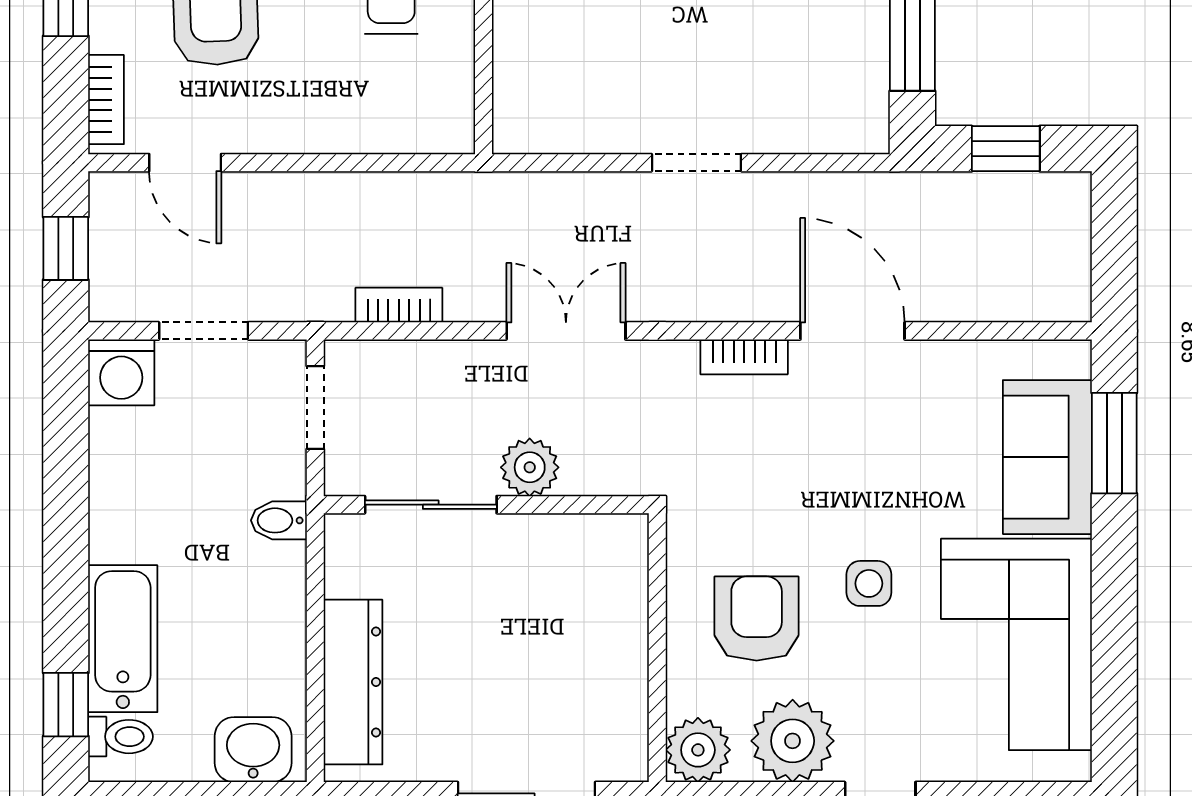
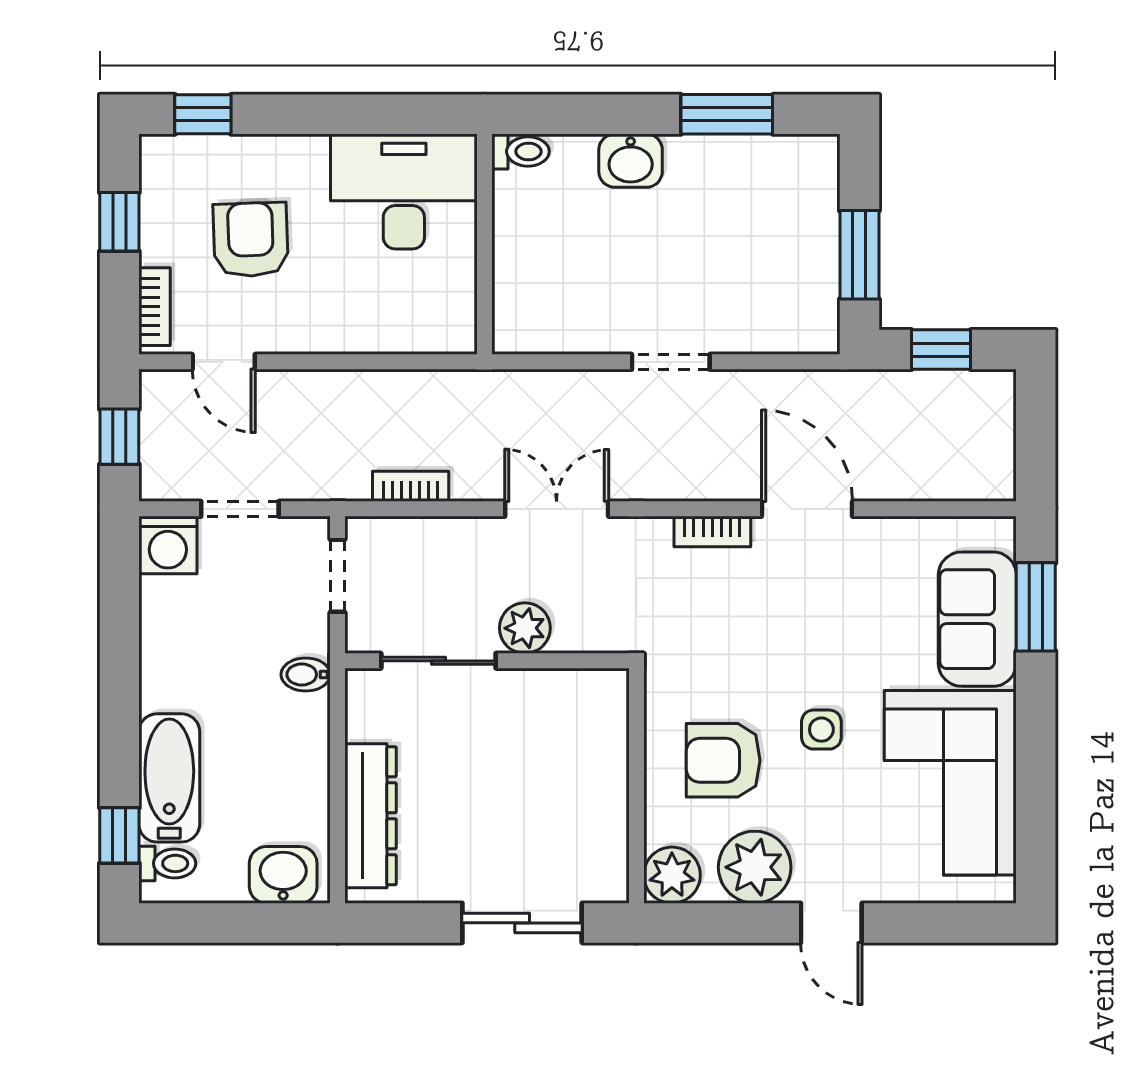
armchair: (757, 619) -> (723, 760), turned -90

